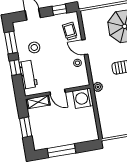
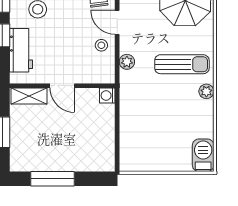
plant: (98, 87) -> (127, 62), moved
washing machine: (83, 98) -> (107, 96), width x0.53, depth x0.53

